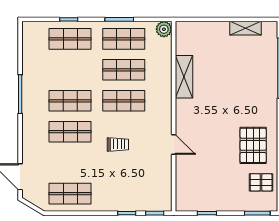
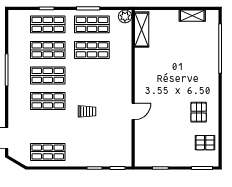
shelving: (184, 77) -> (142, 30), moved
shop shelf: (124, 101) -> (48, 50), moved
door: (174, 145) -> (133, 111), hinge flipped
pallet: (253, 145) -> (199, 112), width x0.67, depth x0.71

